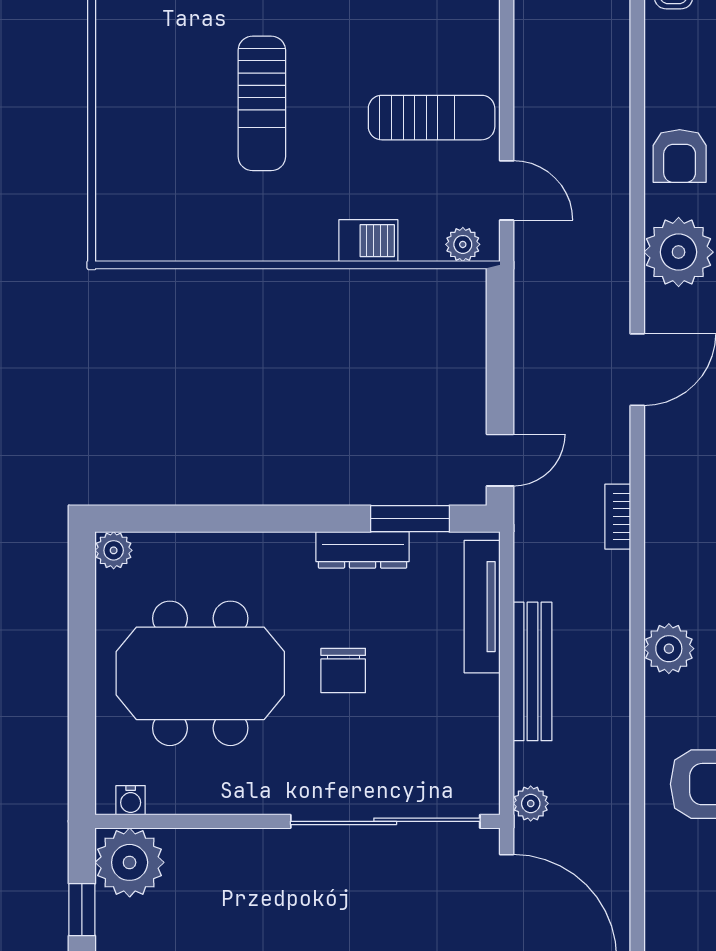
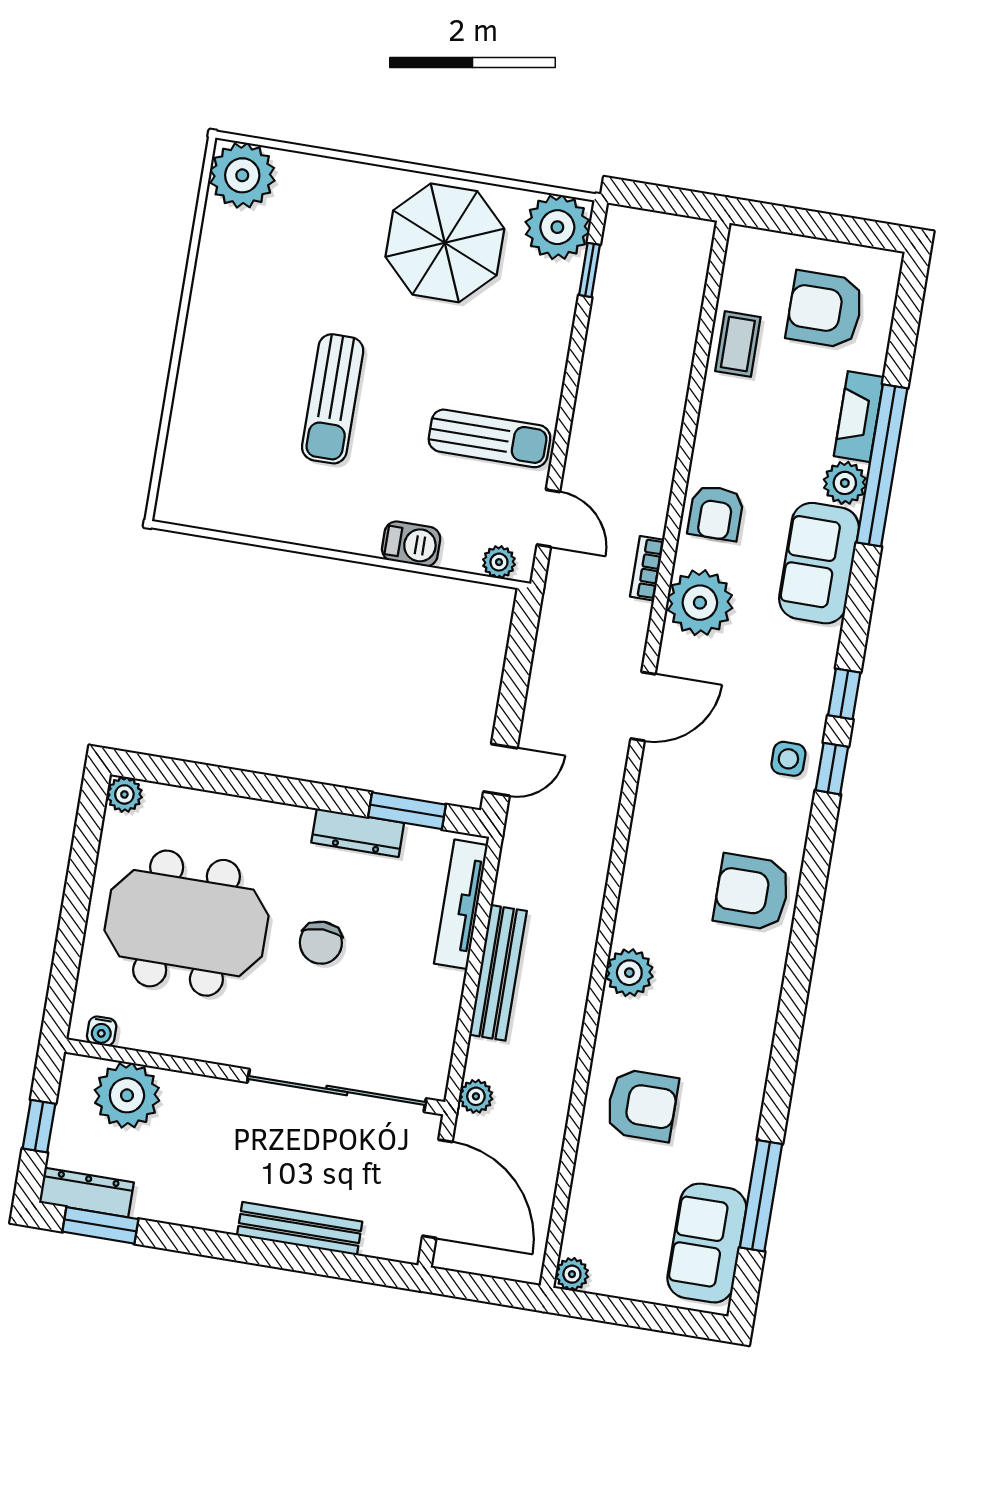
bookcase: (618, 517) -> (647, 568), moved
plant: (130, 862) -> (127, 1095), moved

